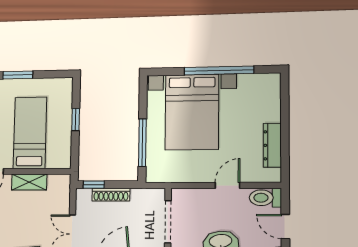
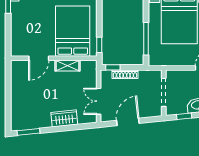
window: (76, 120) -> (99, 45), moved
bed: (30, 133) -> (73, 31), width x1.50

